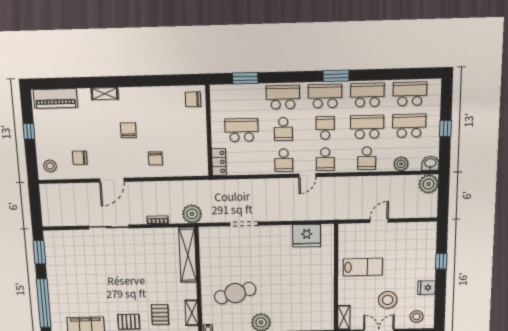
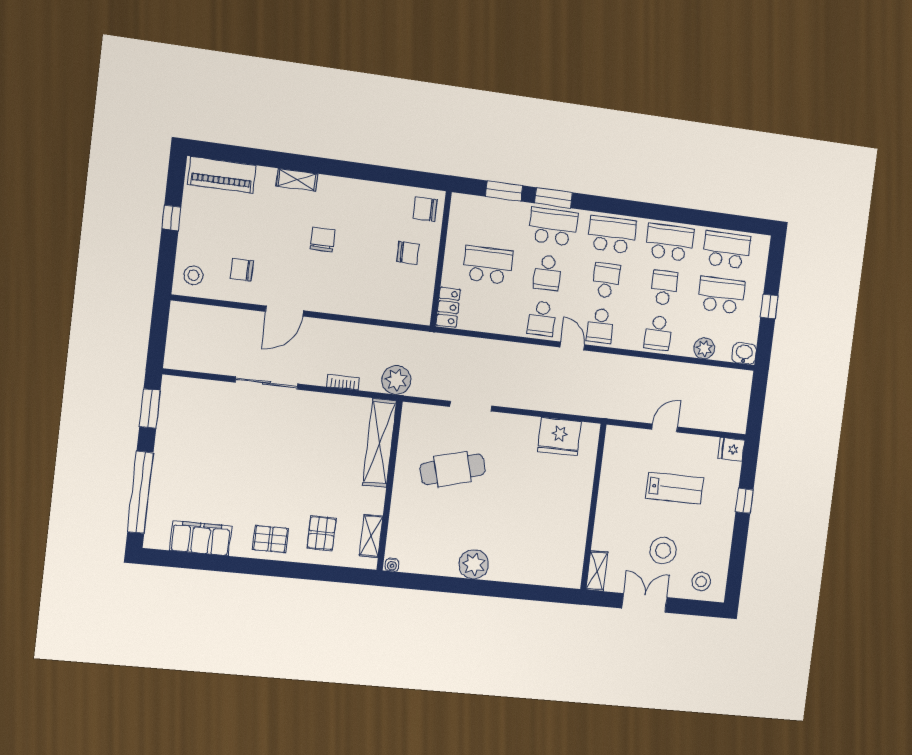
window: (336, 76) -> (553, 198), moved
school desk: (367, 127) -> (664, 288), width x0.54
chair: (155, 158) -> (408, 253), moved, turned -90
door: (307, 175) -> (572, 346), swing flipped
plant: (429, 184) -> (739, 383), removed
lab bench: (363, 267) -> (675, 488), moved
fridge: (427, 288) -> (731, 449), moved
cafe table: (235, 293) -> (452, 469), moved

